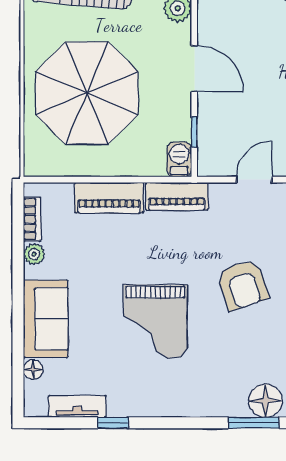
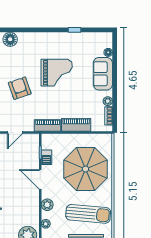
barbecue: (179, 160) -> (47, 157), moved
grand piano: (155, 322) -> (57, 73), turned 90
tv unit: (77, 406) -> (90, 37), removed
window: (254, 423) -> (15, 30), removed

